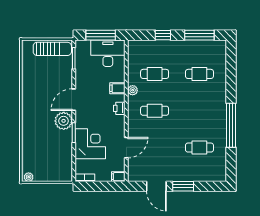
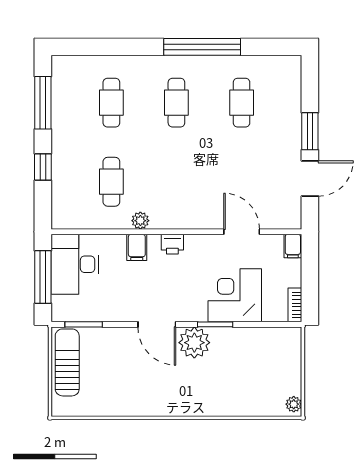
cafe table: (155, 111) -> (176, 103), moved

